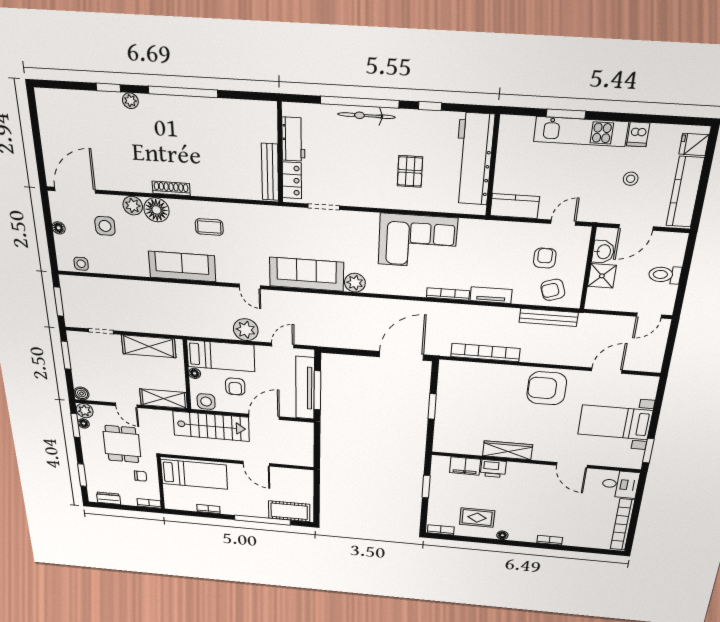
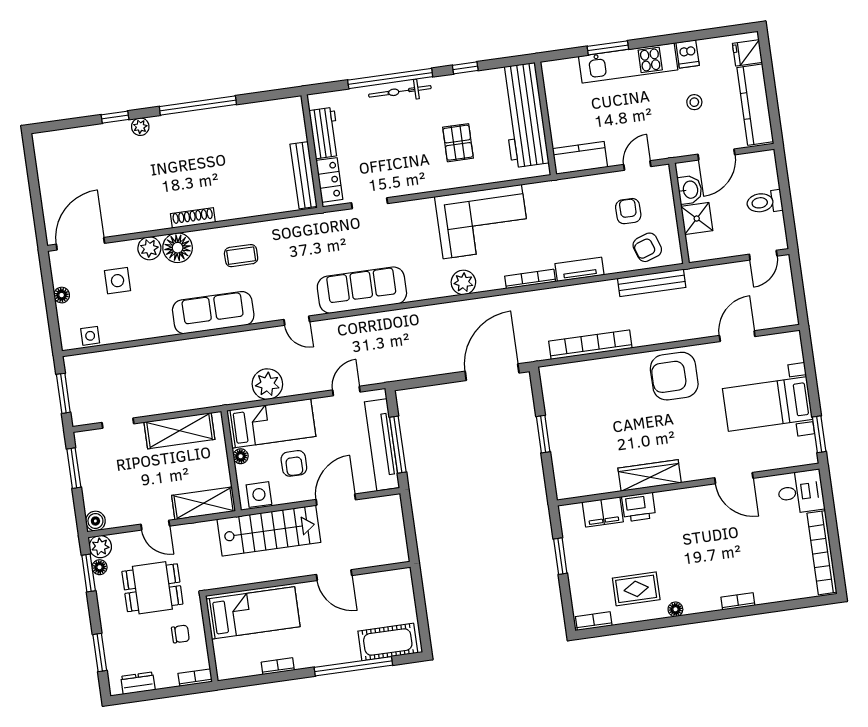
plant: (355, 283) -> (463, 282), moved
plant: (246, 330) -> (267, 384), moved
dining table: (122, 444) -> (152, 588), turned 90

